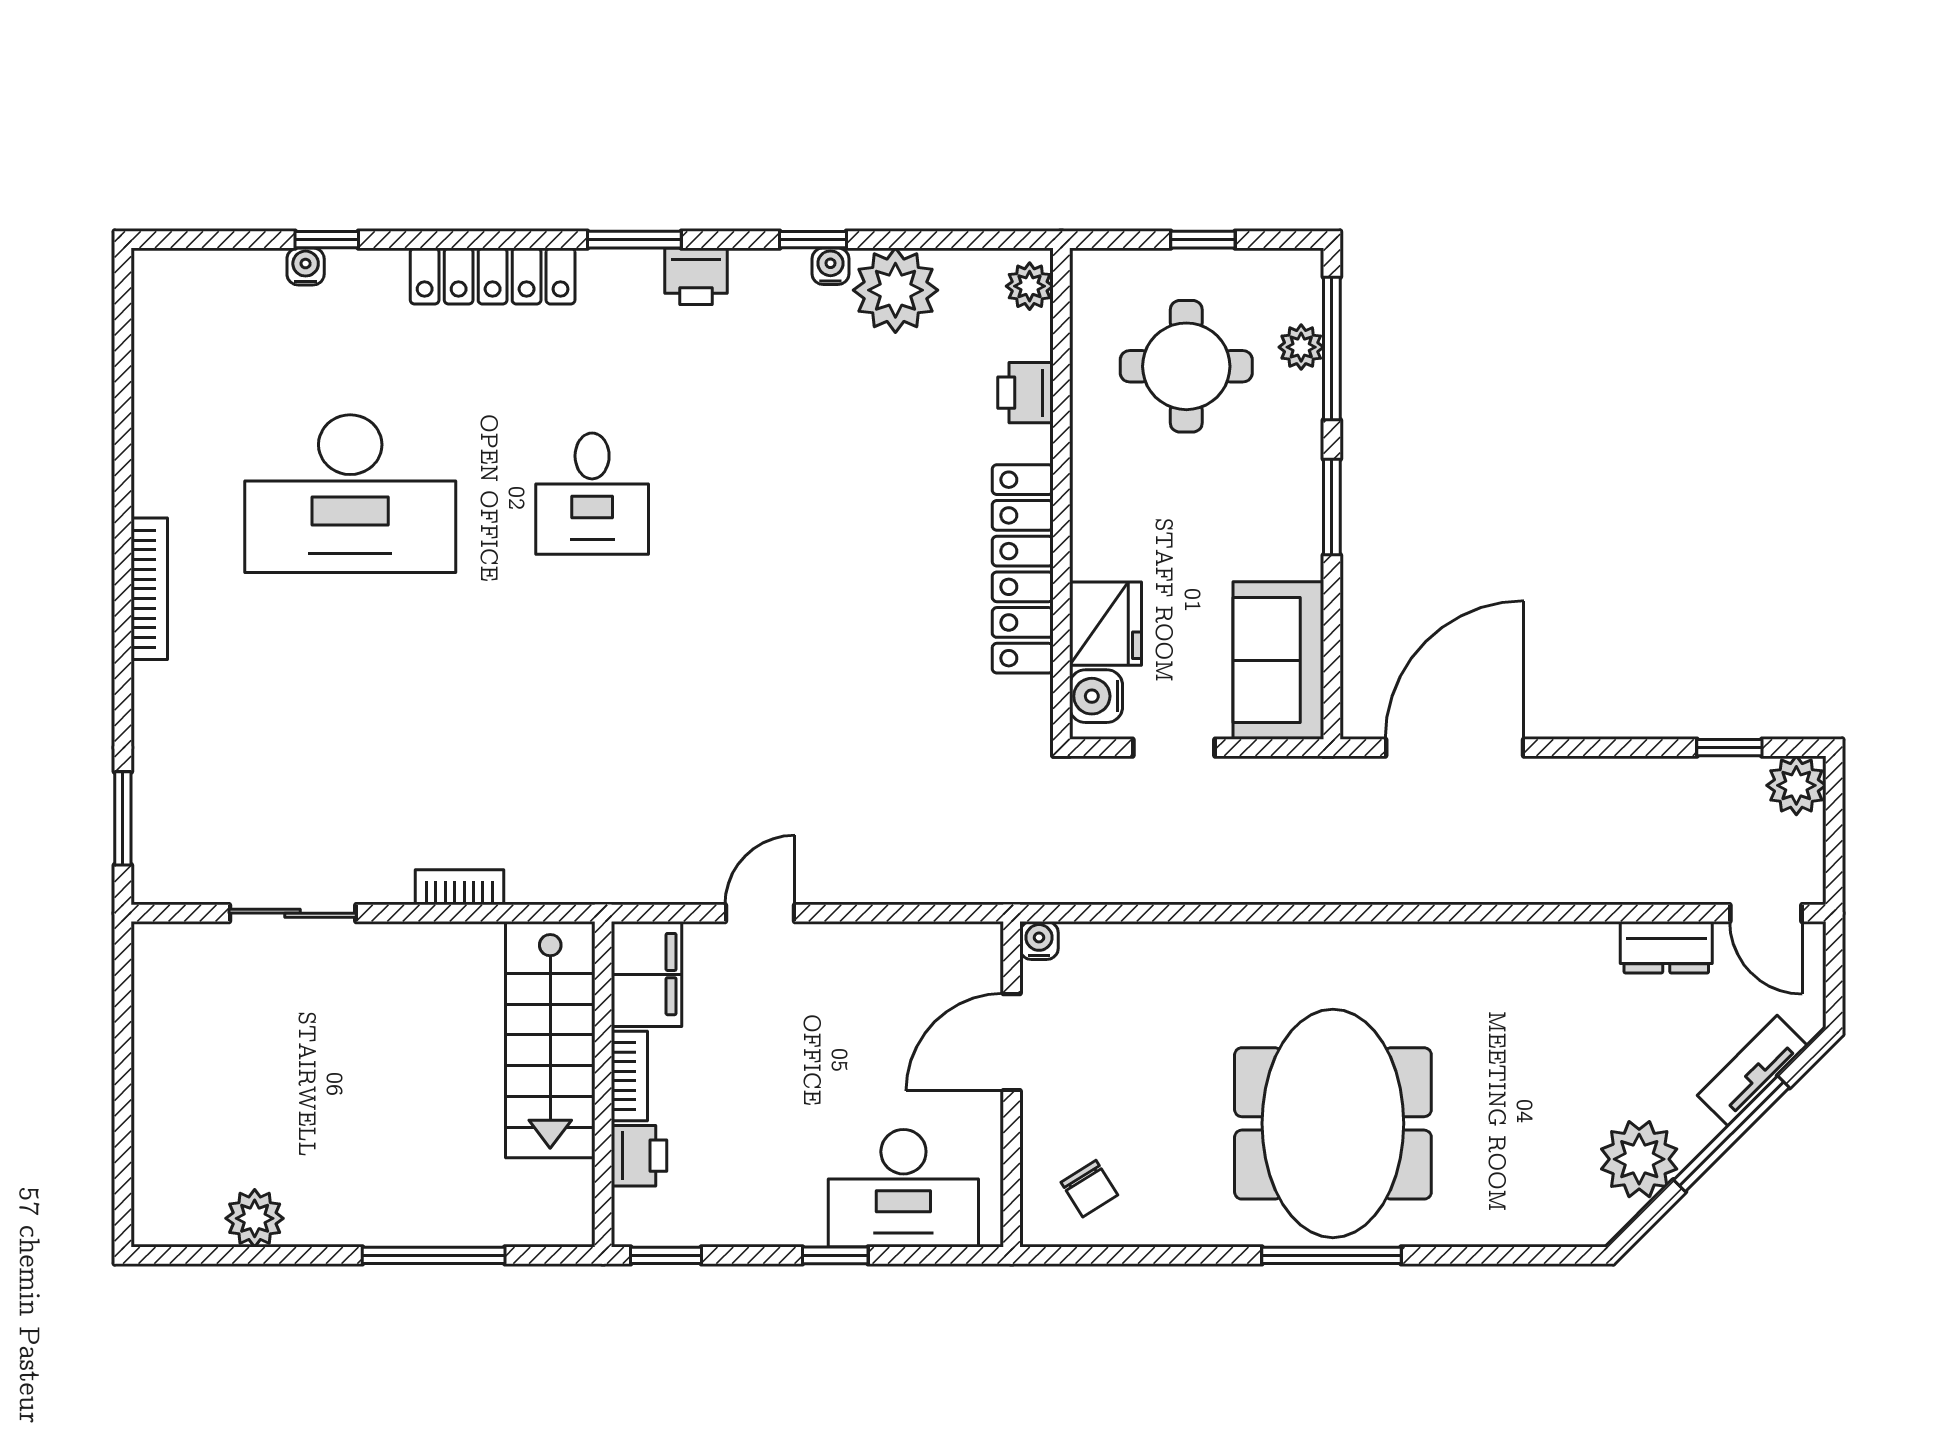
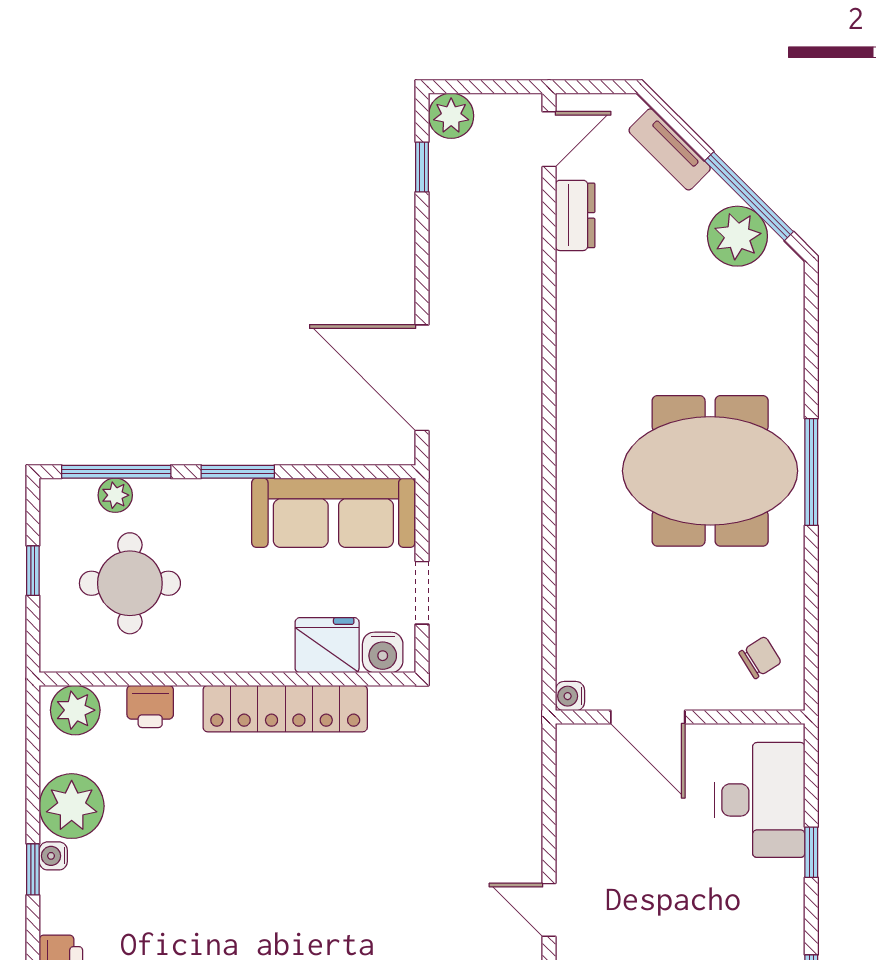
plant: (1030, 286) -> (75, 710), width x1.38, depth x1.38
sofa: (1278, 660) -> (333, 513), width x1.36
window: (1732, 1134) -> (749, 196), moved

